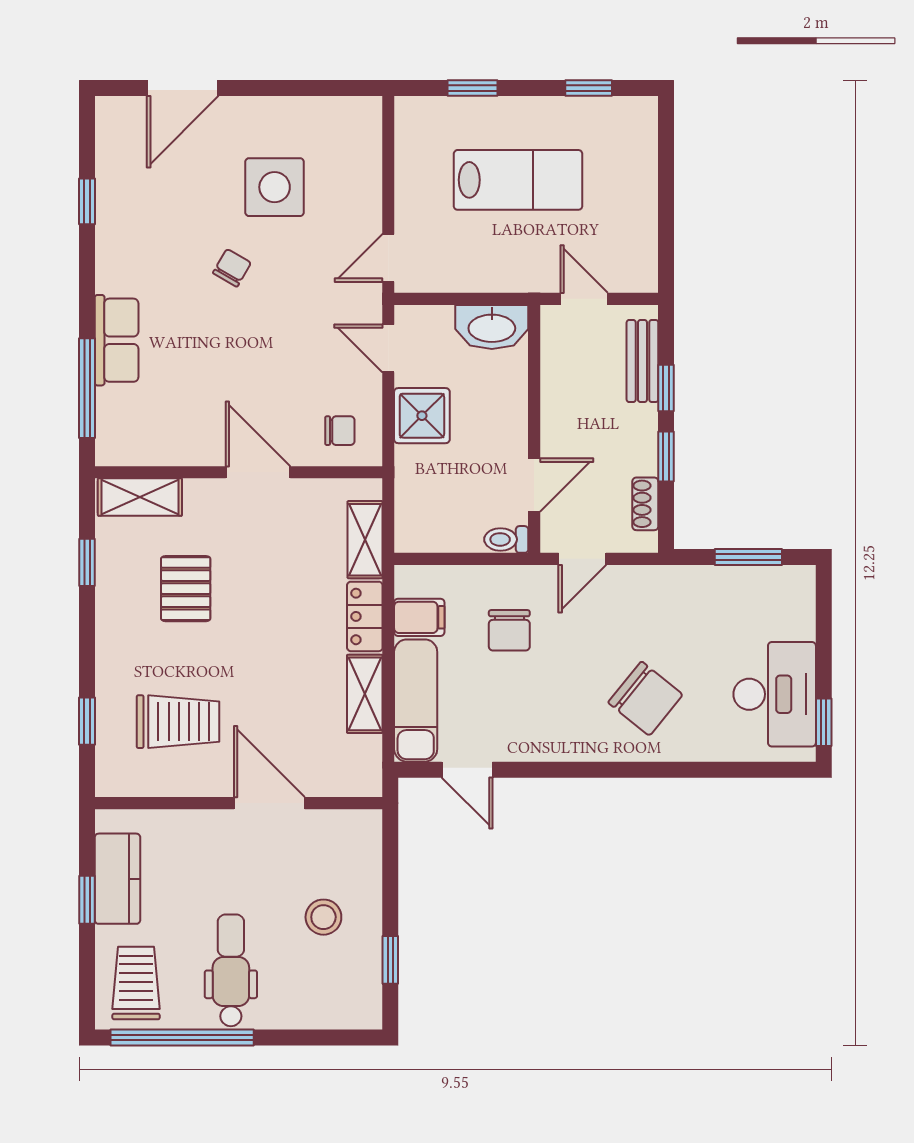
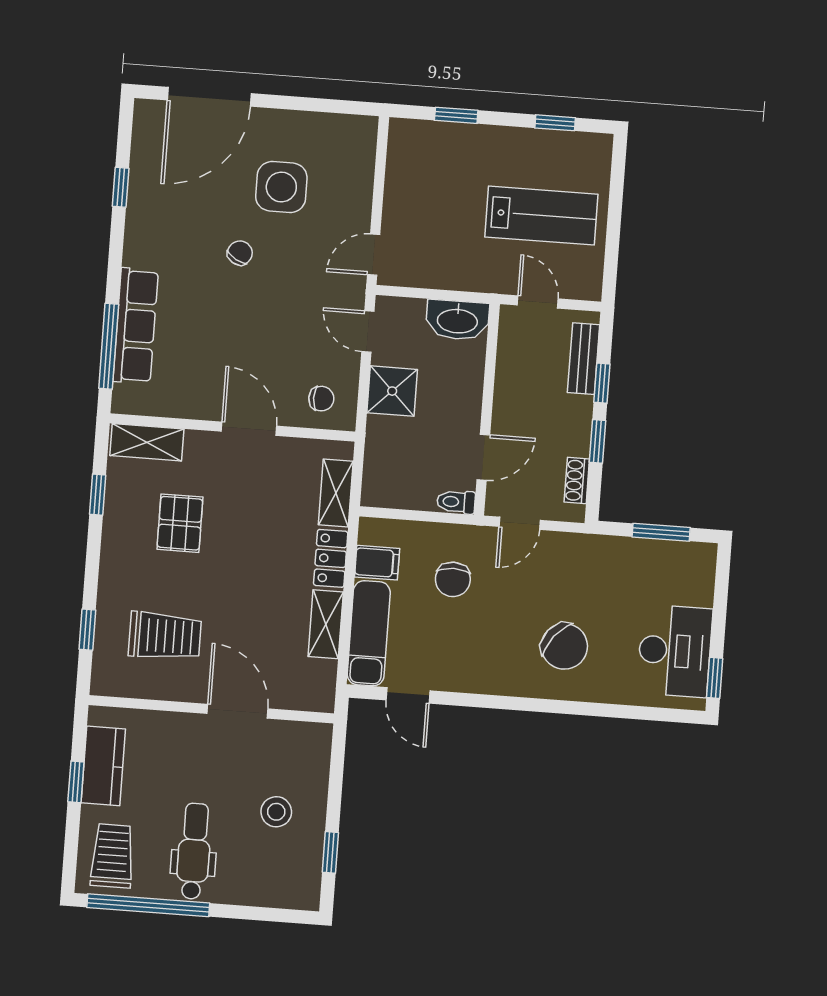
door: (183, 88) -> (209, 97), width x1.36
lab bench: (518, 180) -> (541, 216), moved
row of seats: (117, 340) -> (136, 326), width x1.48

